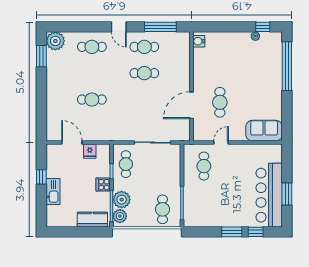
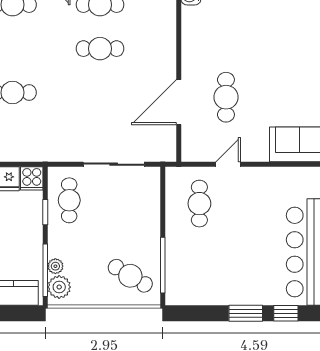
cooker: (103, 185) -> (32, 178), moved, turned -90
plant: (122, 200) -> (55, 266), width x0.53, depth x0.53
cafe table: (162, 209) -> (130, 276), turned -59

